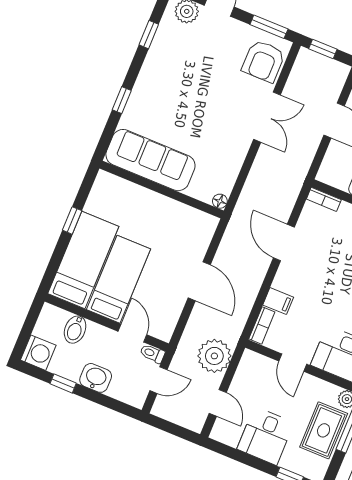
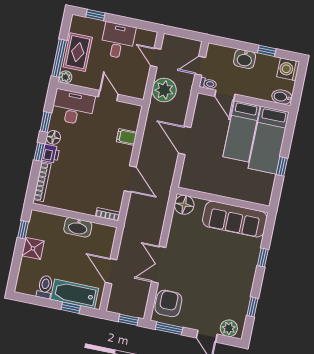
floor lamp: (220, 201) -> (184, 205), width x1.89, depth x1.89
bookcase: (262, 325) -> (135, 118), removed
bidet: (75, 330) -> (282, 97), moved, turned -90

